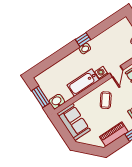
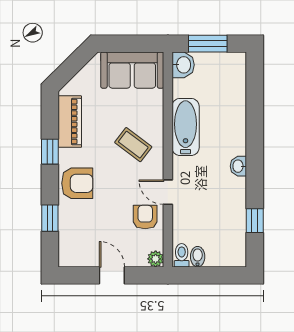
window: (83, 40) -> (255, 221), moved
washing machine: (101, 73) -> (181, 167), removed

